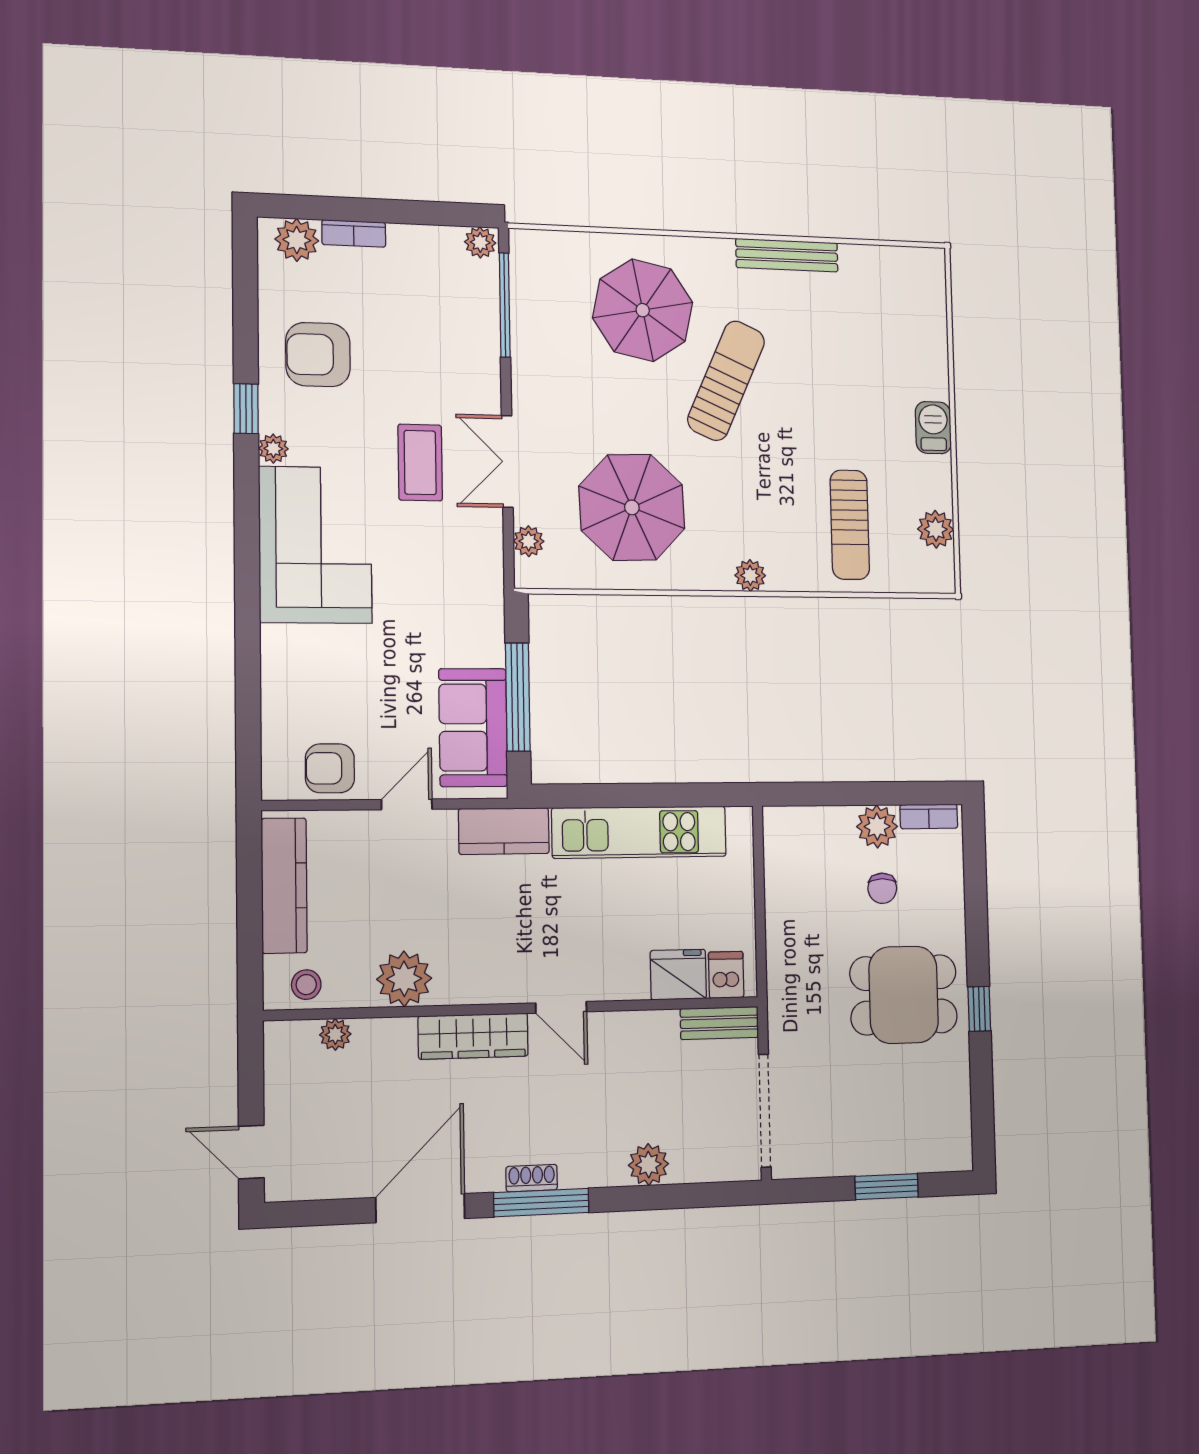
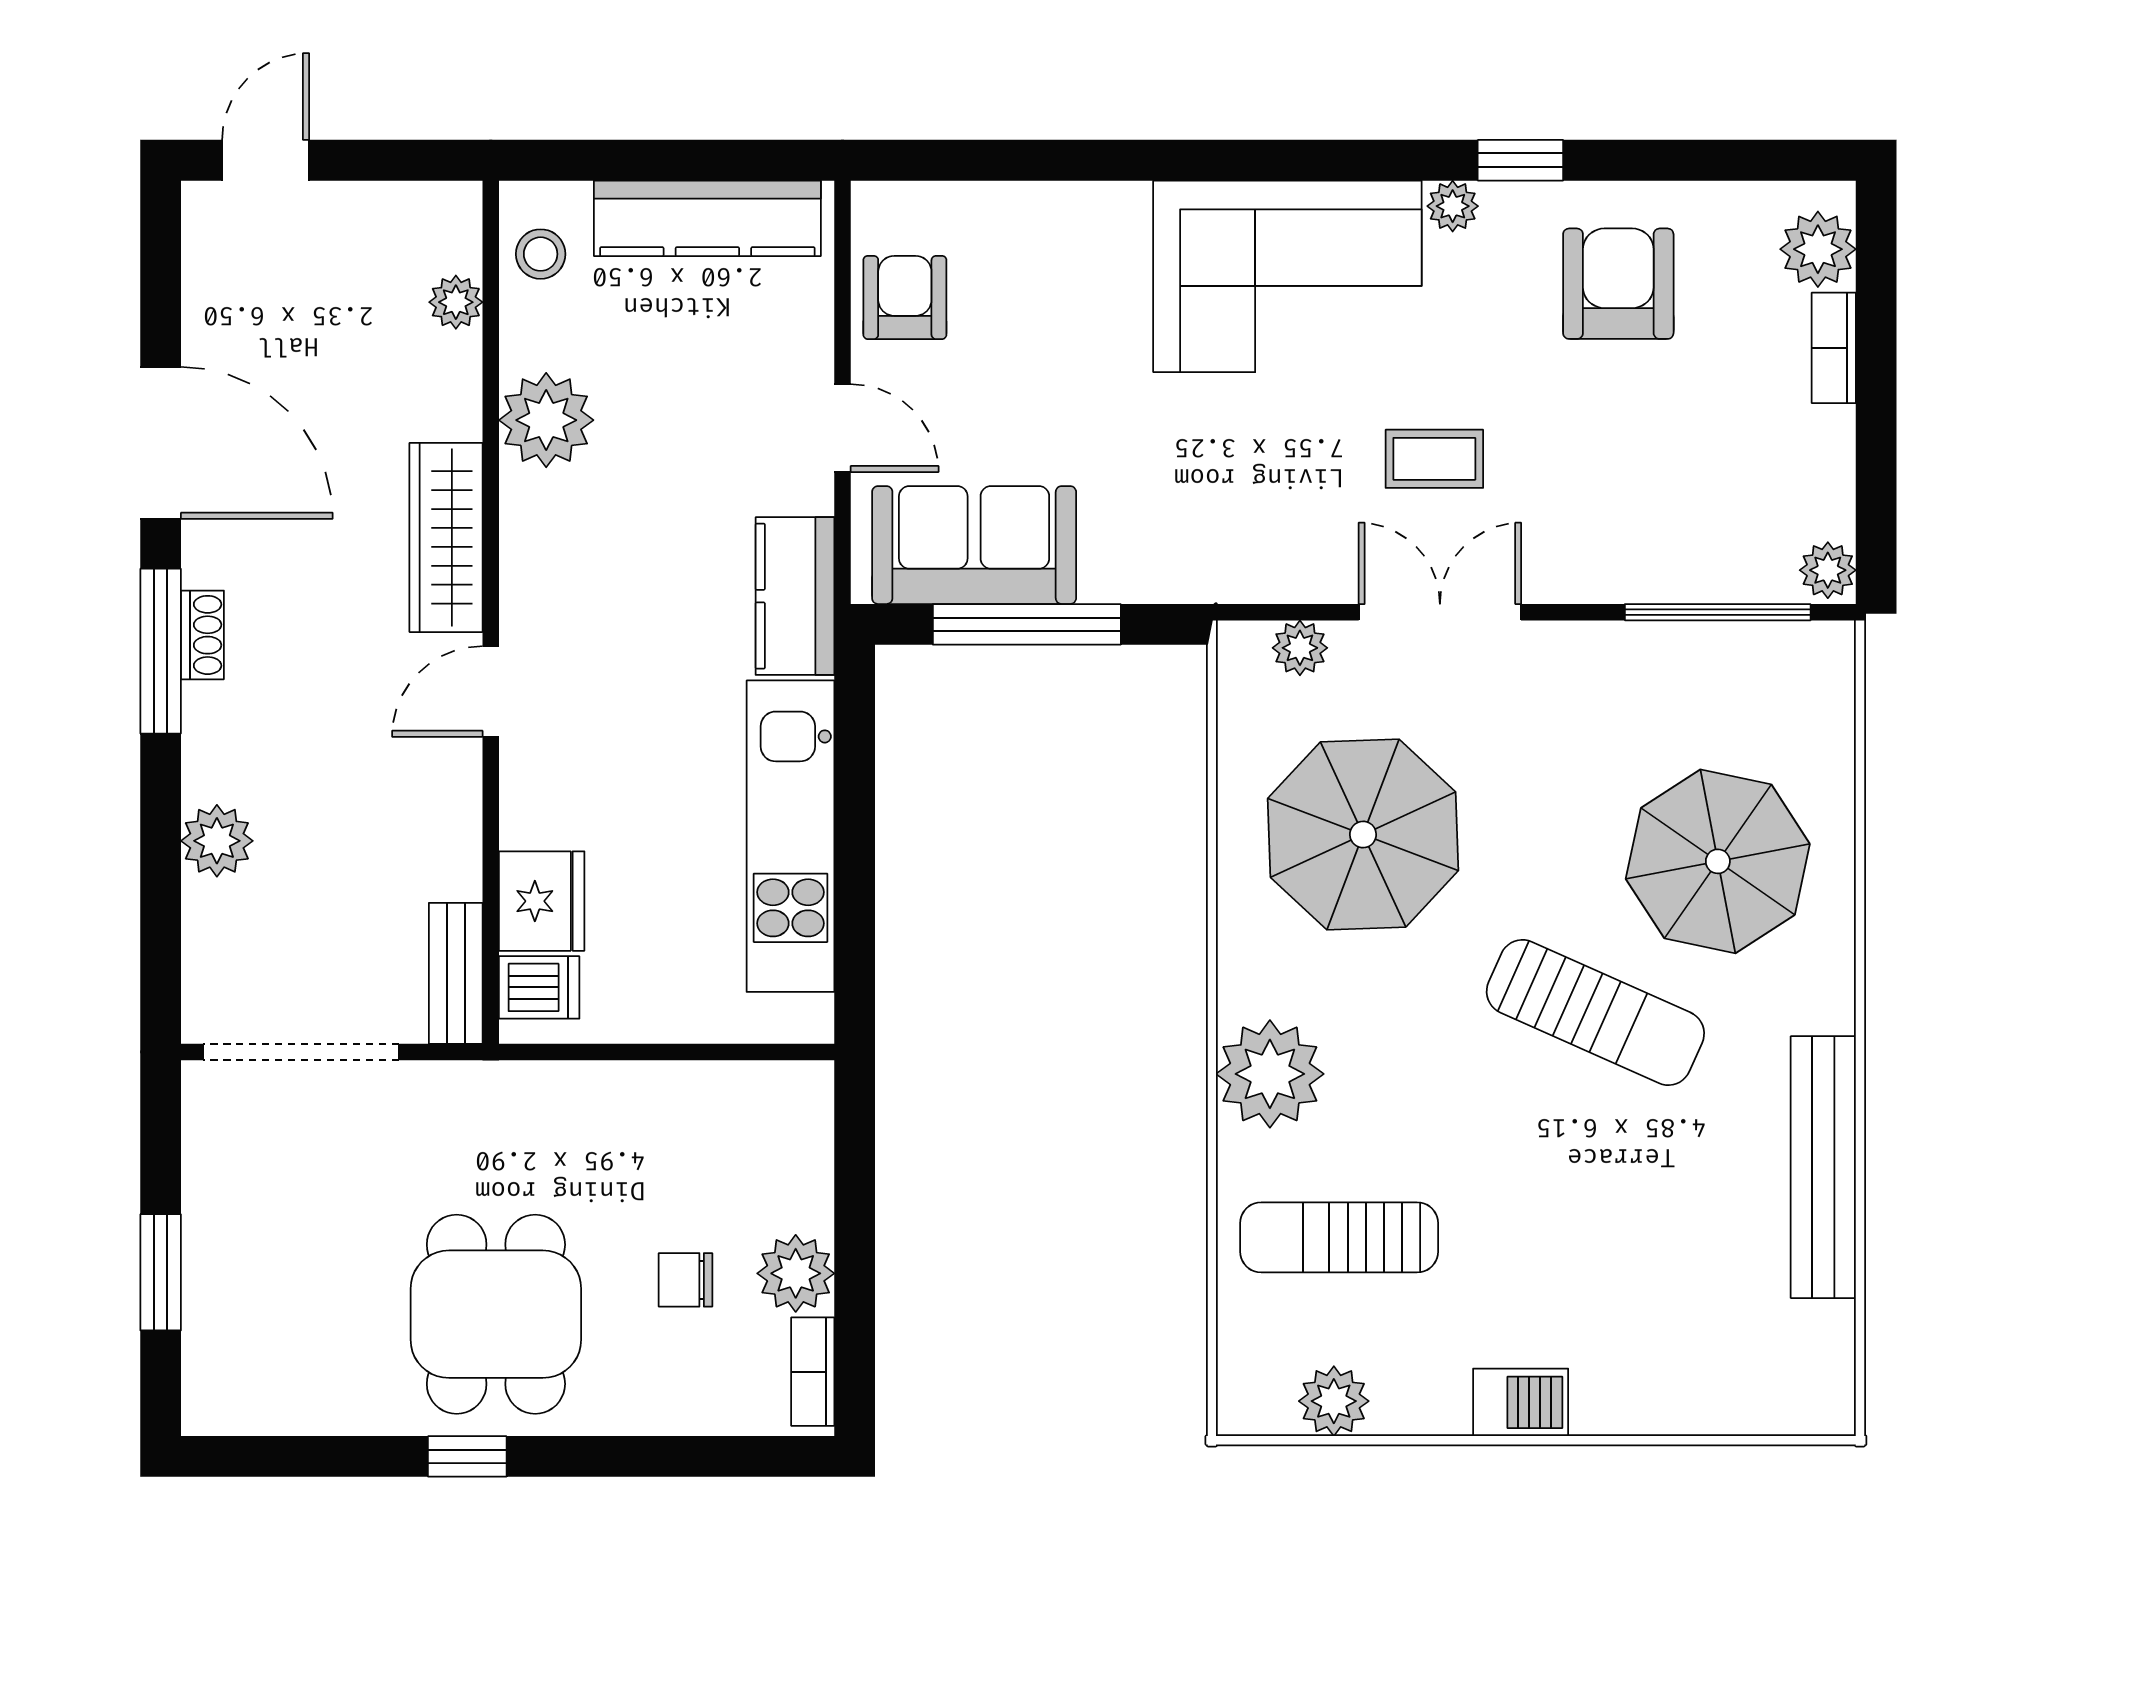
bench: (787, 255) -> (1823, 1167), width x1.37, depth x1.21
coffee table: (420, 463) -> (1434, 459), width x0.73, depth x0.77
plant: (750, 575) -> (1270, 1074), width x1.88, depth x1.88

